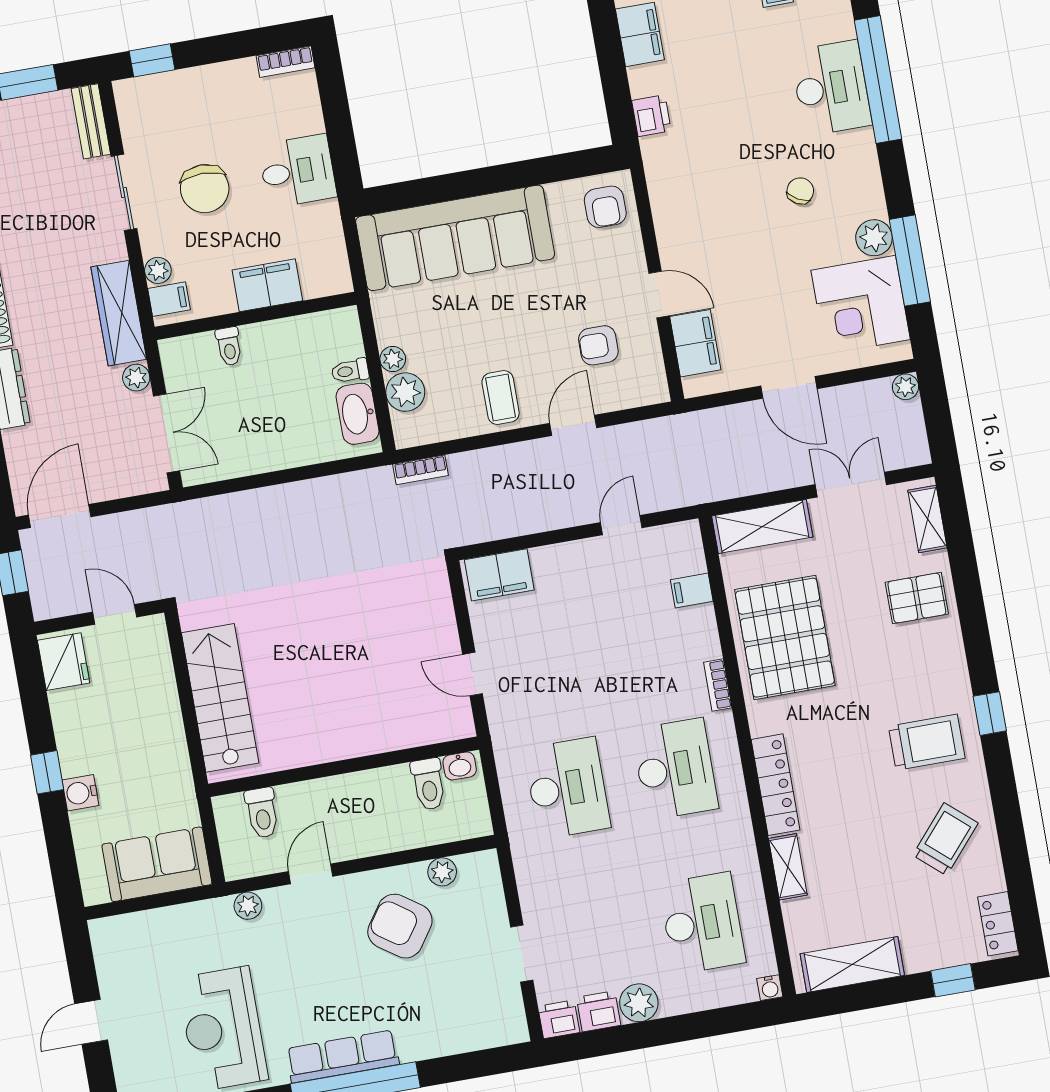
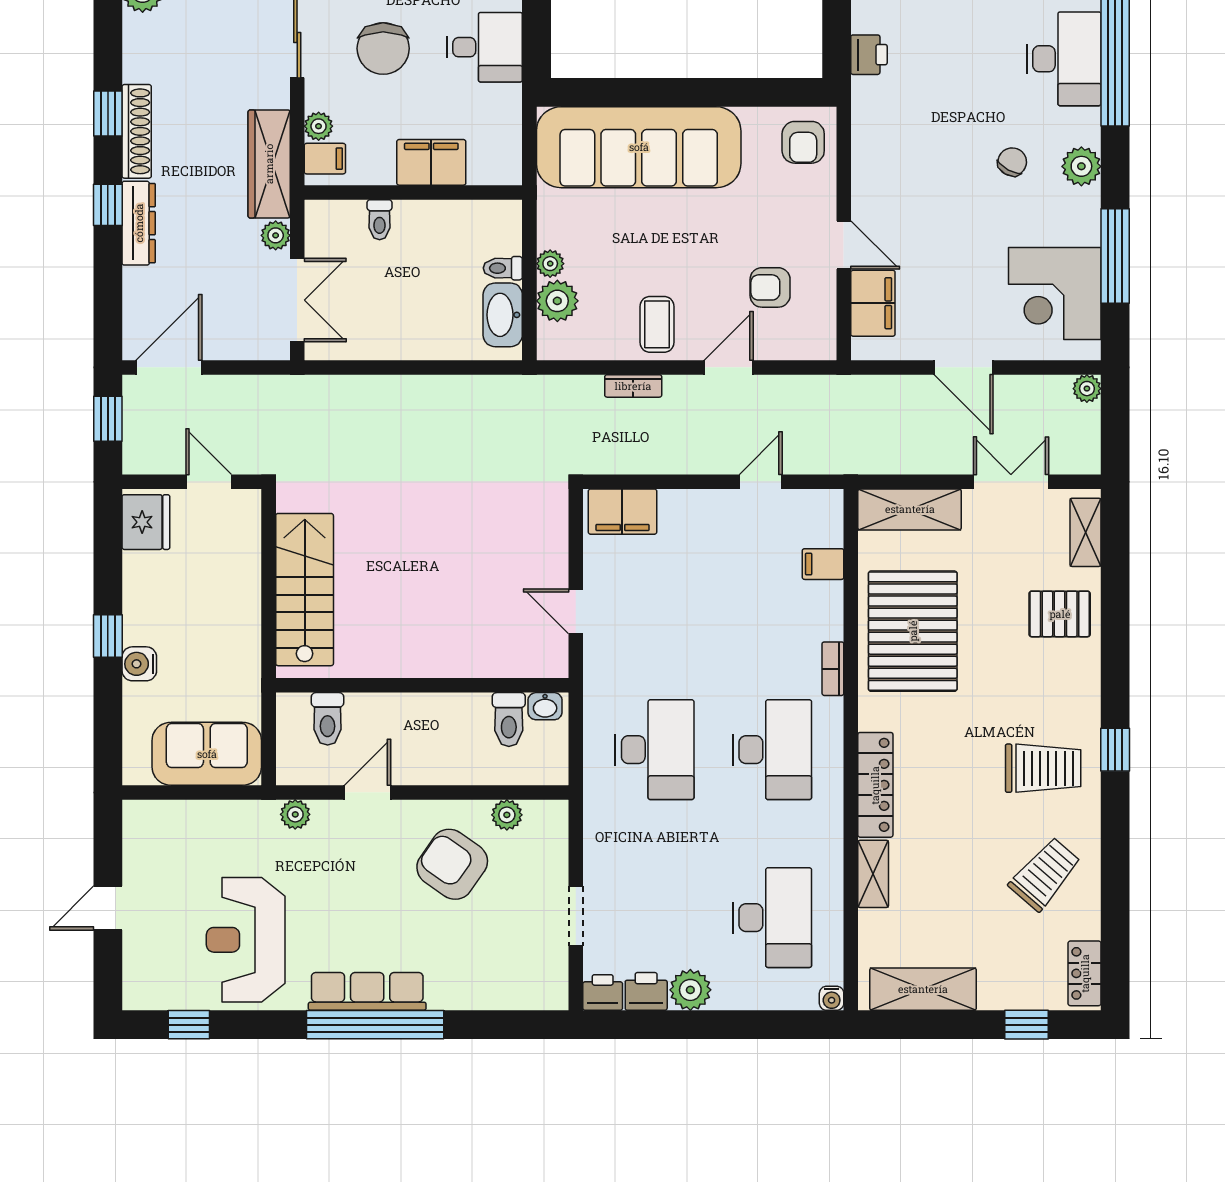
plant: (874, 238) -> (1081, 166), moved
bookcase: (421, 470) -> (633, 386), moved

